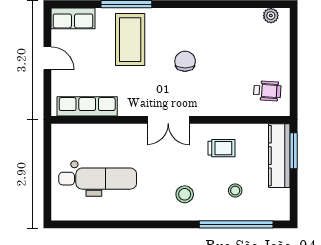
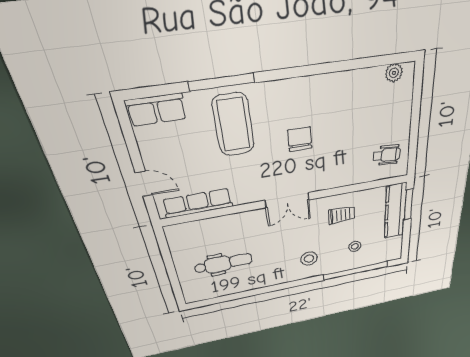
door: (47, 58) -> (144, 184), moved
dental chair: (98, 179) -> (223, 263), width x0.73, depth x0.72

